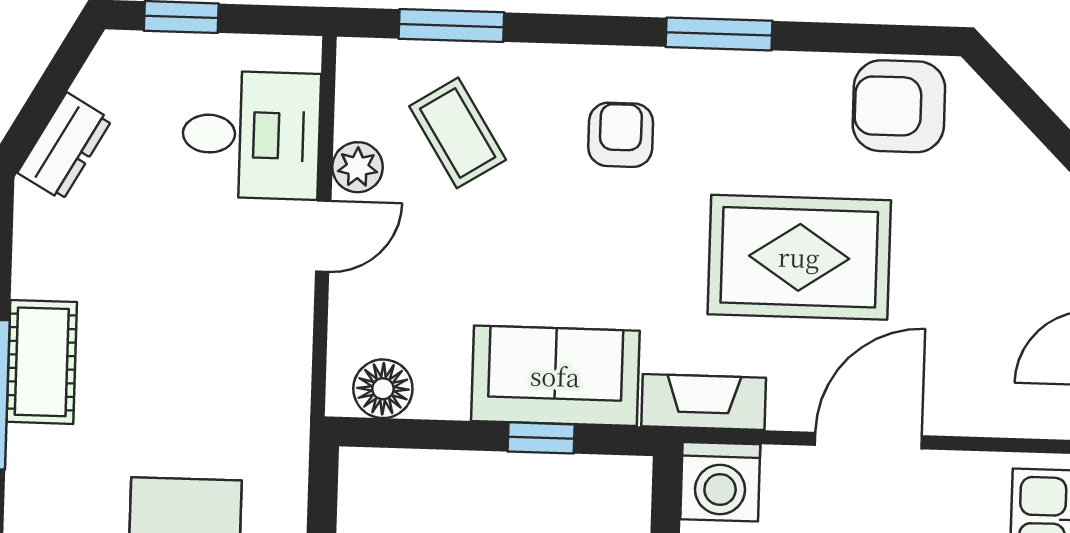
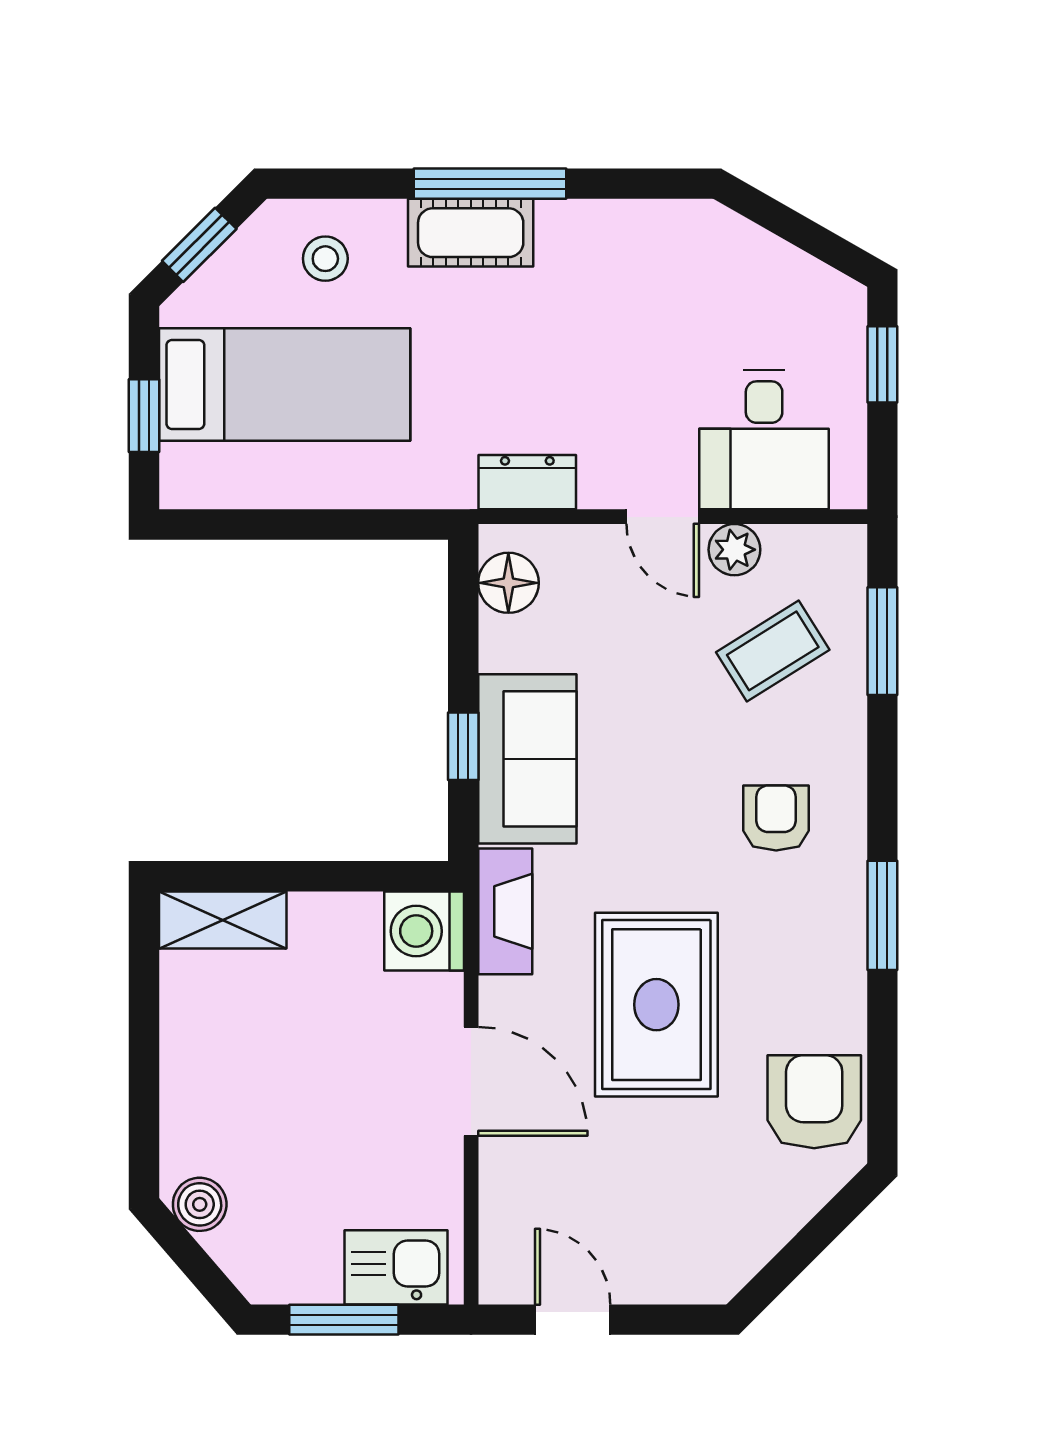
armchair: (621, 135) -> (776, 818), turned -90
dresser: (65, 146) -> (527, 482), moved, turned 150
cot: (42, 362) -> (471, 233), moved

